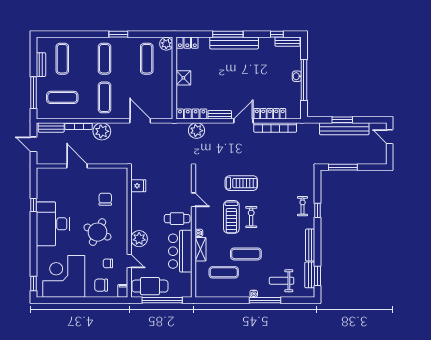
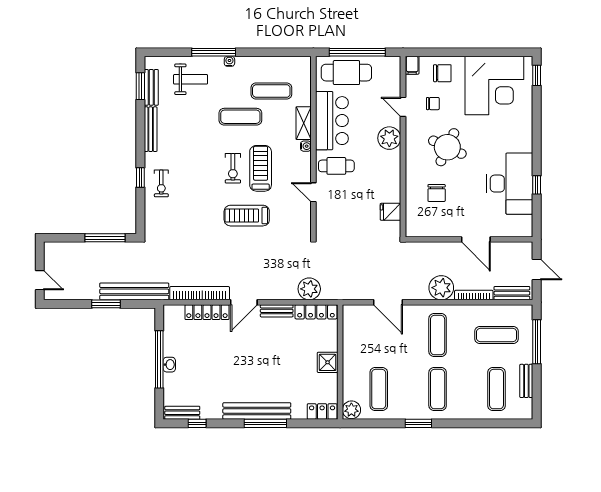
bench: (344, 129) -> (134, 291), moved
desk: (53, 224) -> (510, 184), moved
cafe table: (150, 286) -> (346, 73), moved

